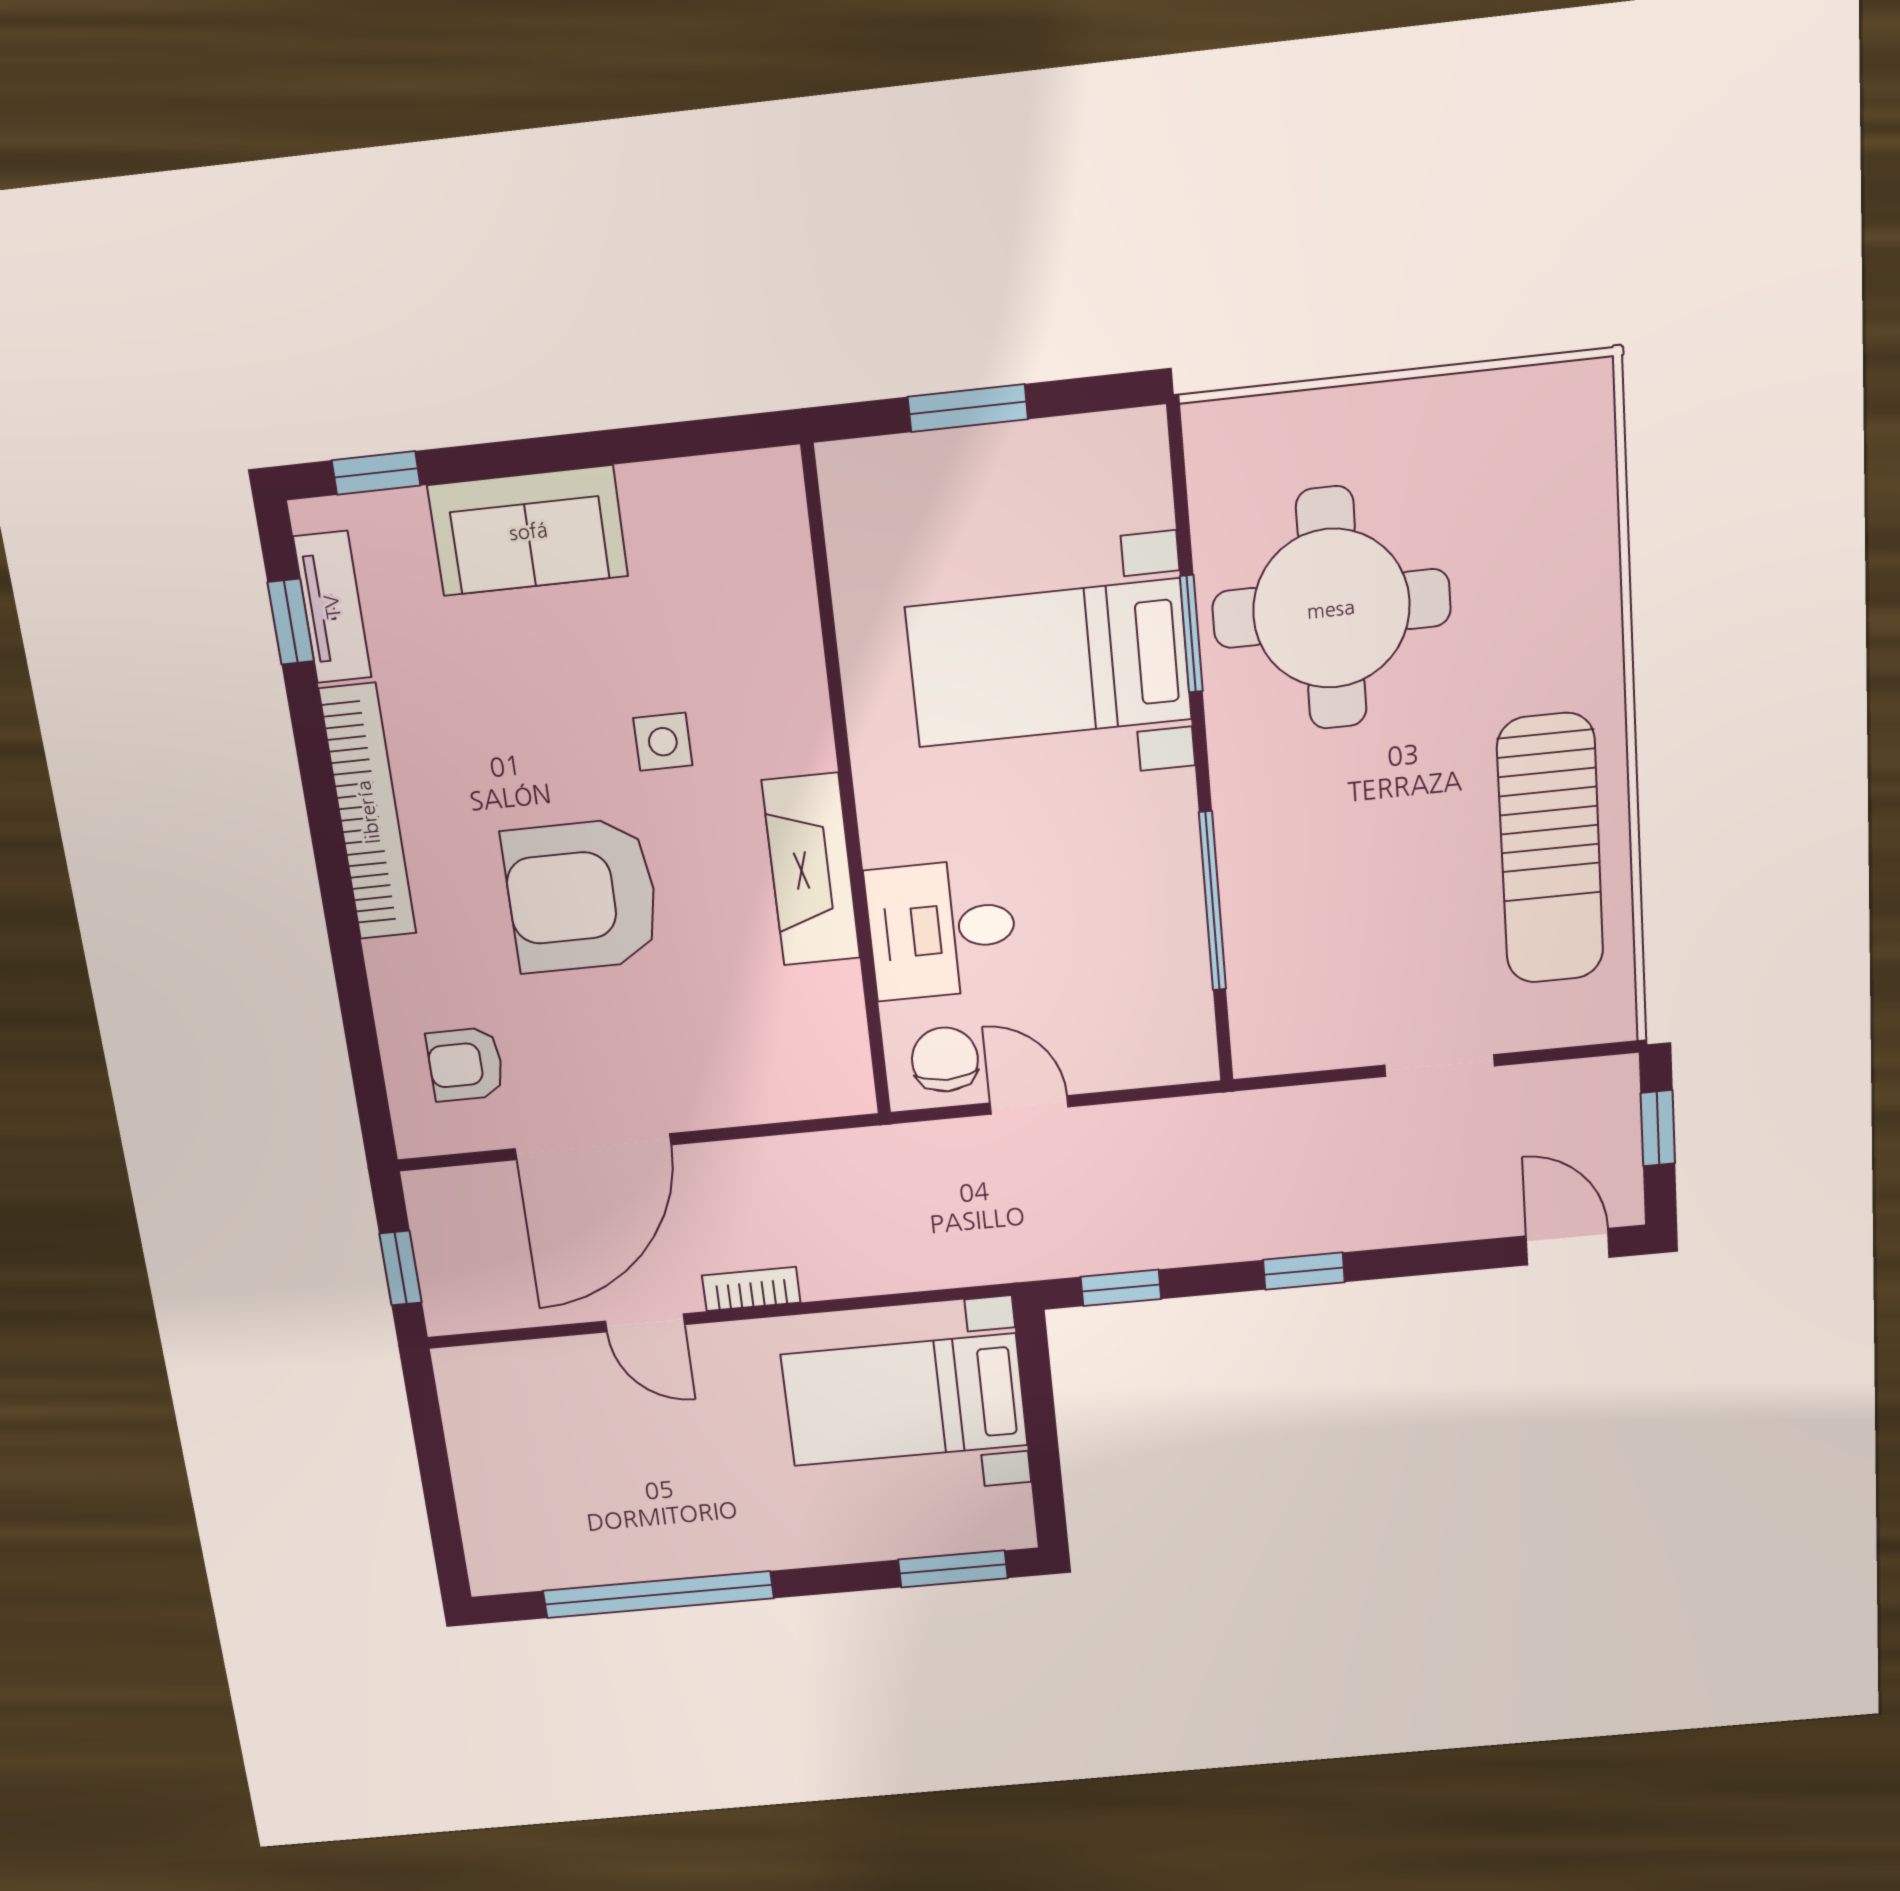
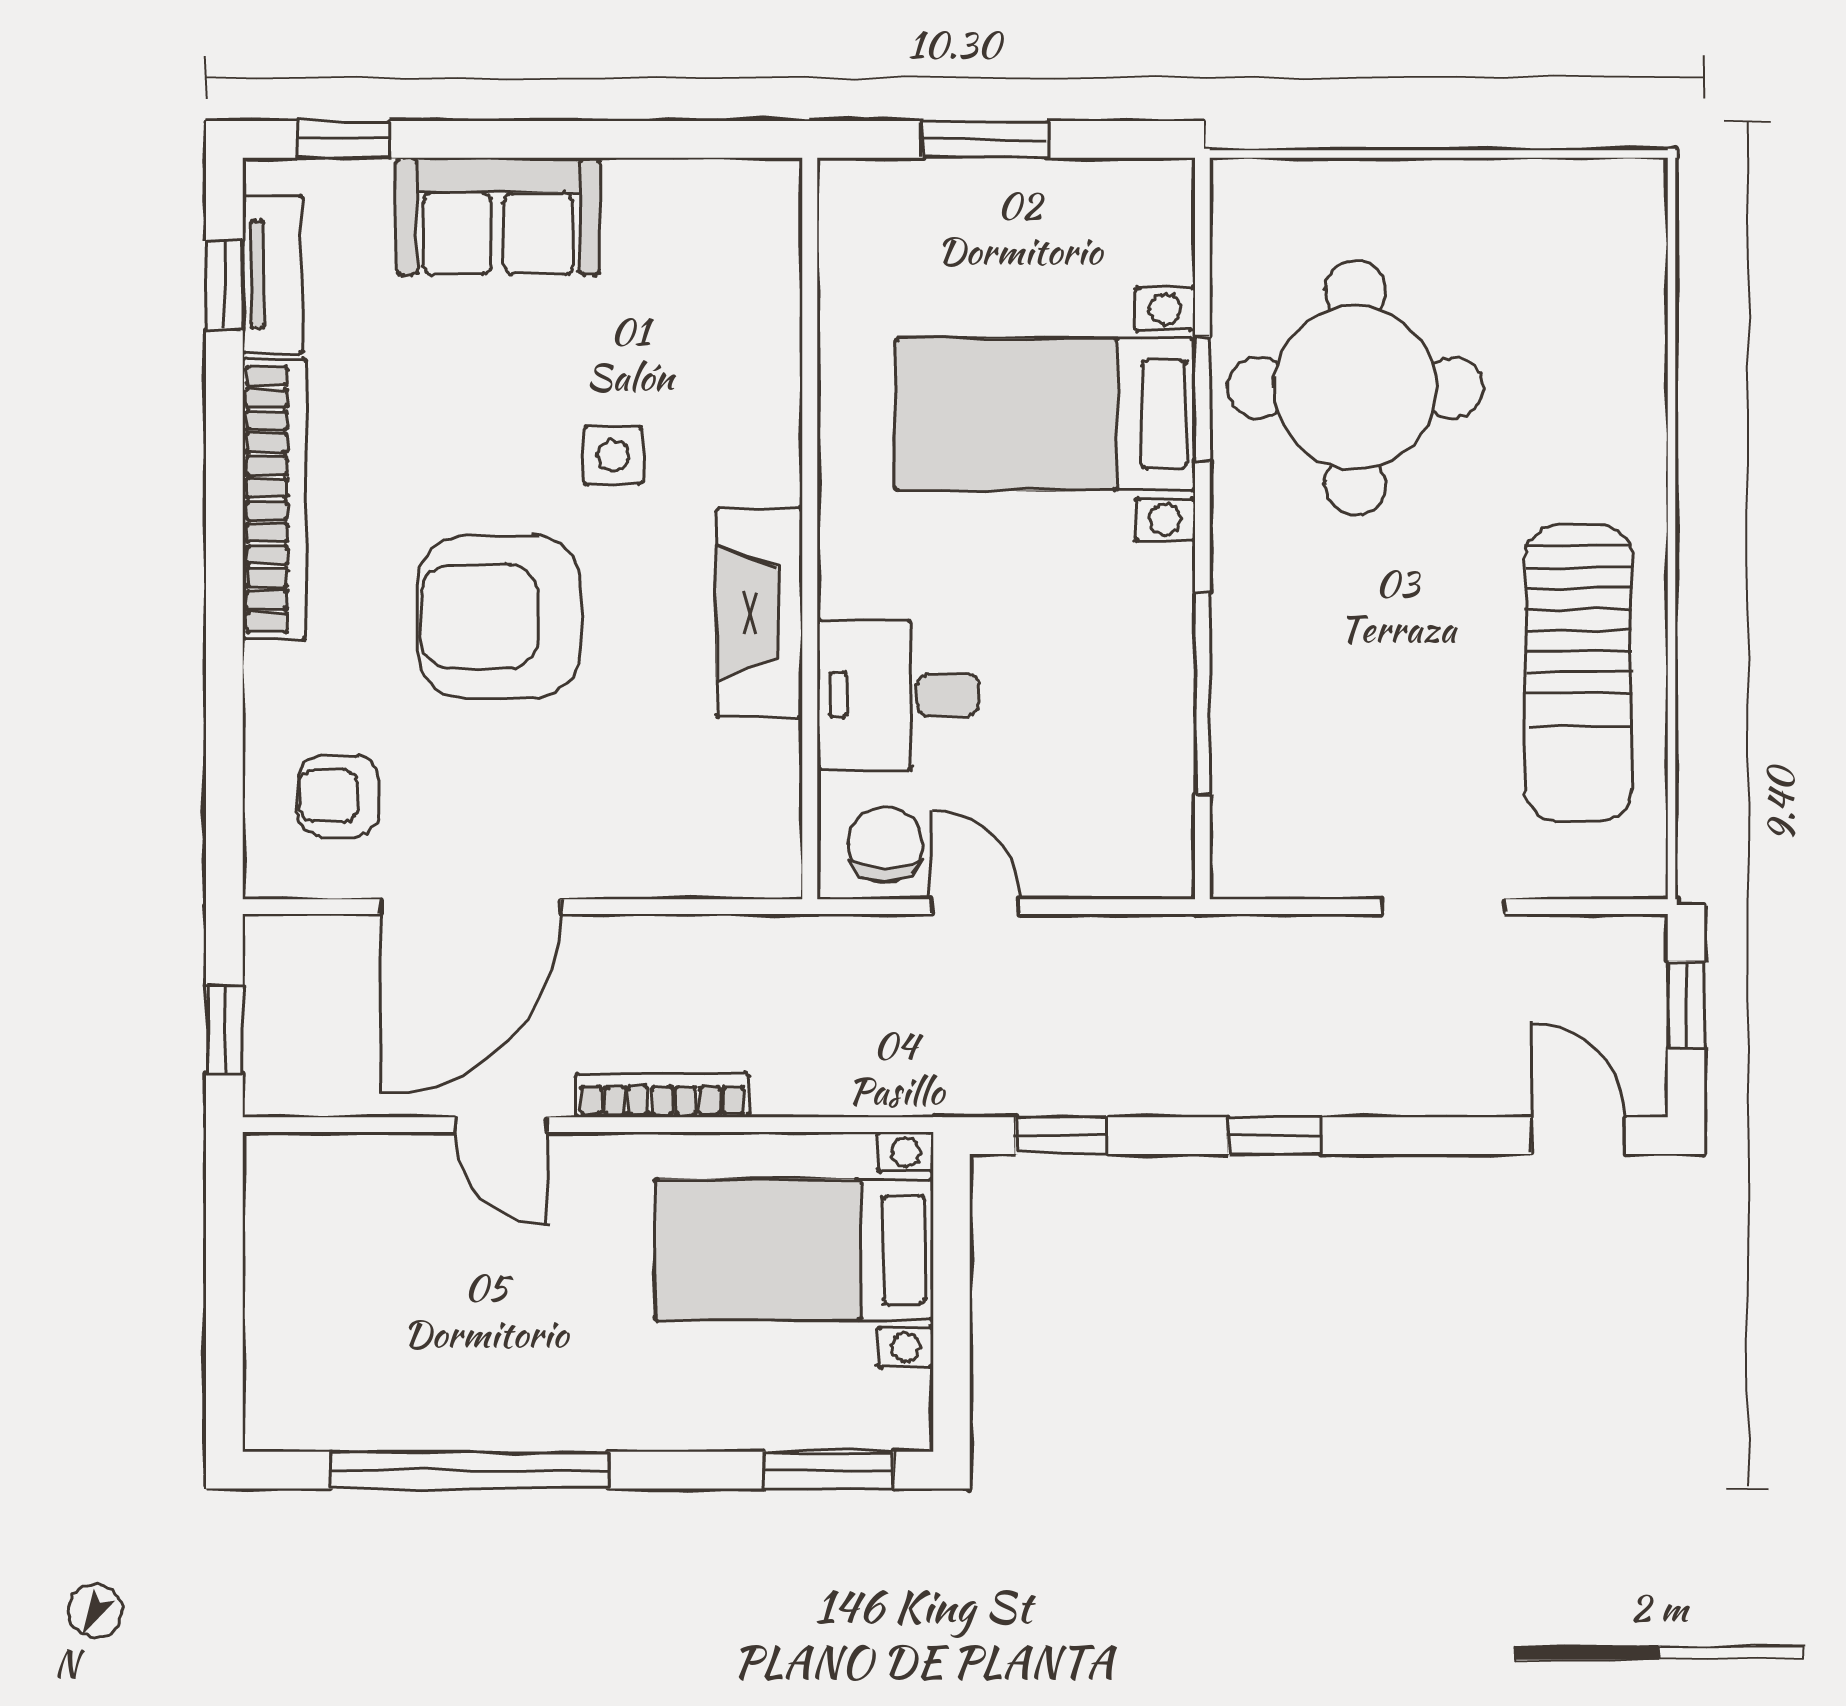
bookcase: (751, 1289) -> (662, 1095), width x1.56

